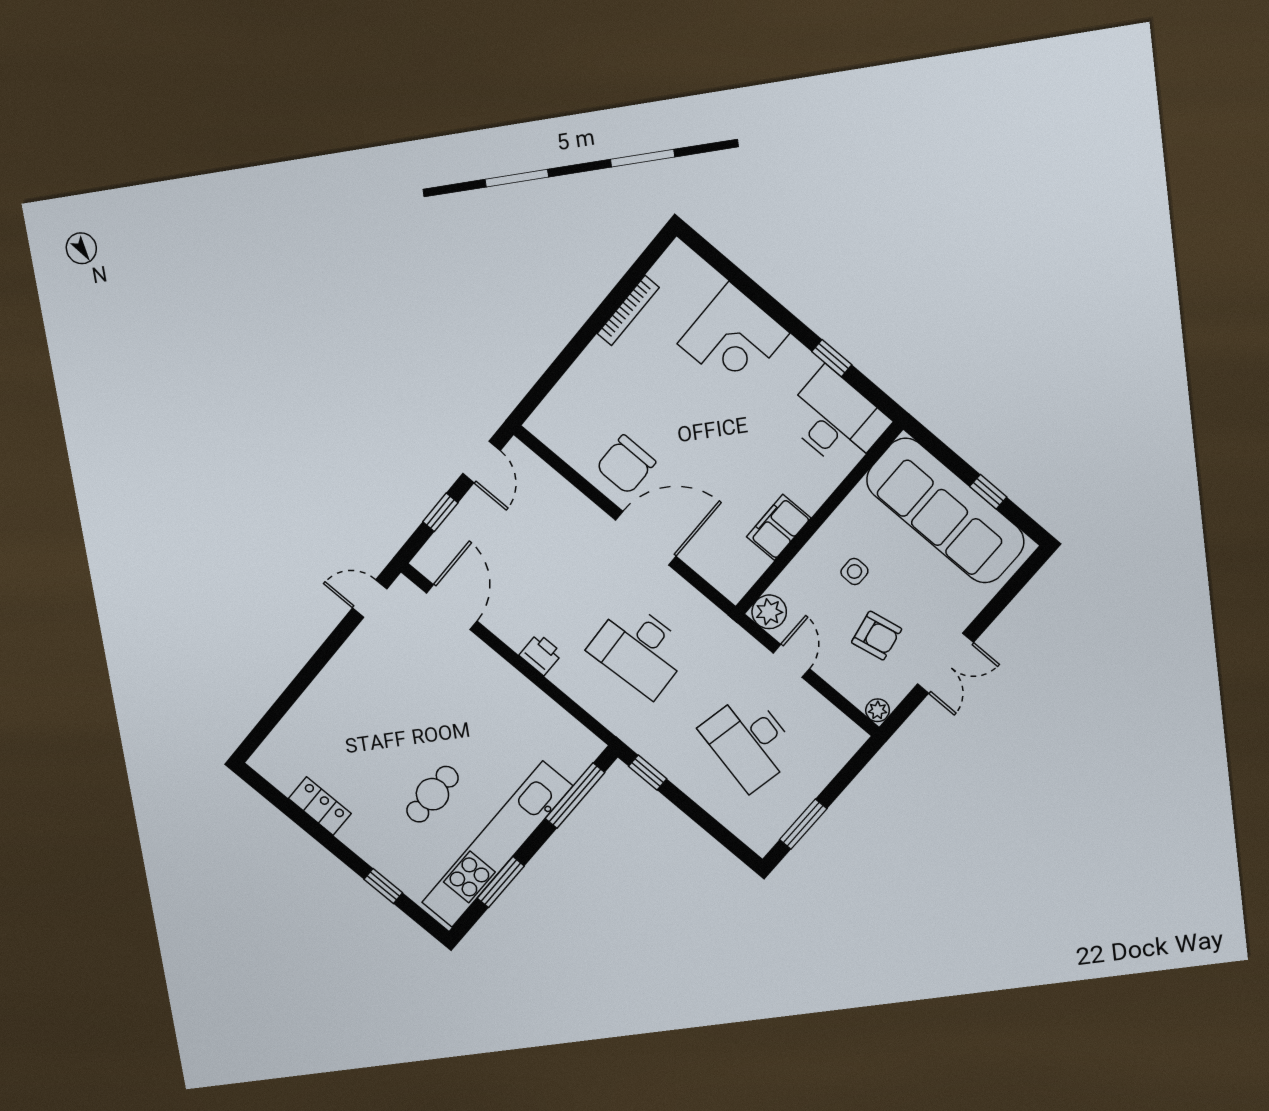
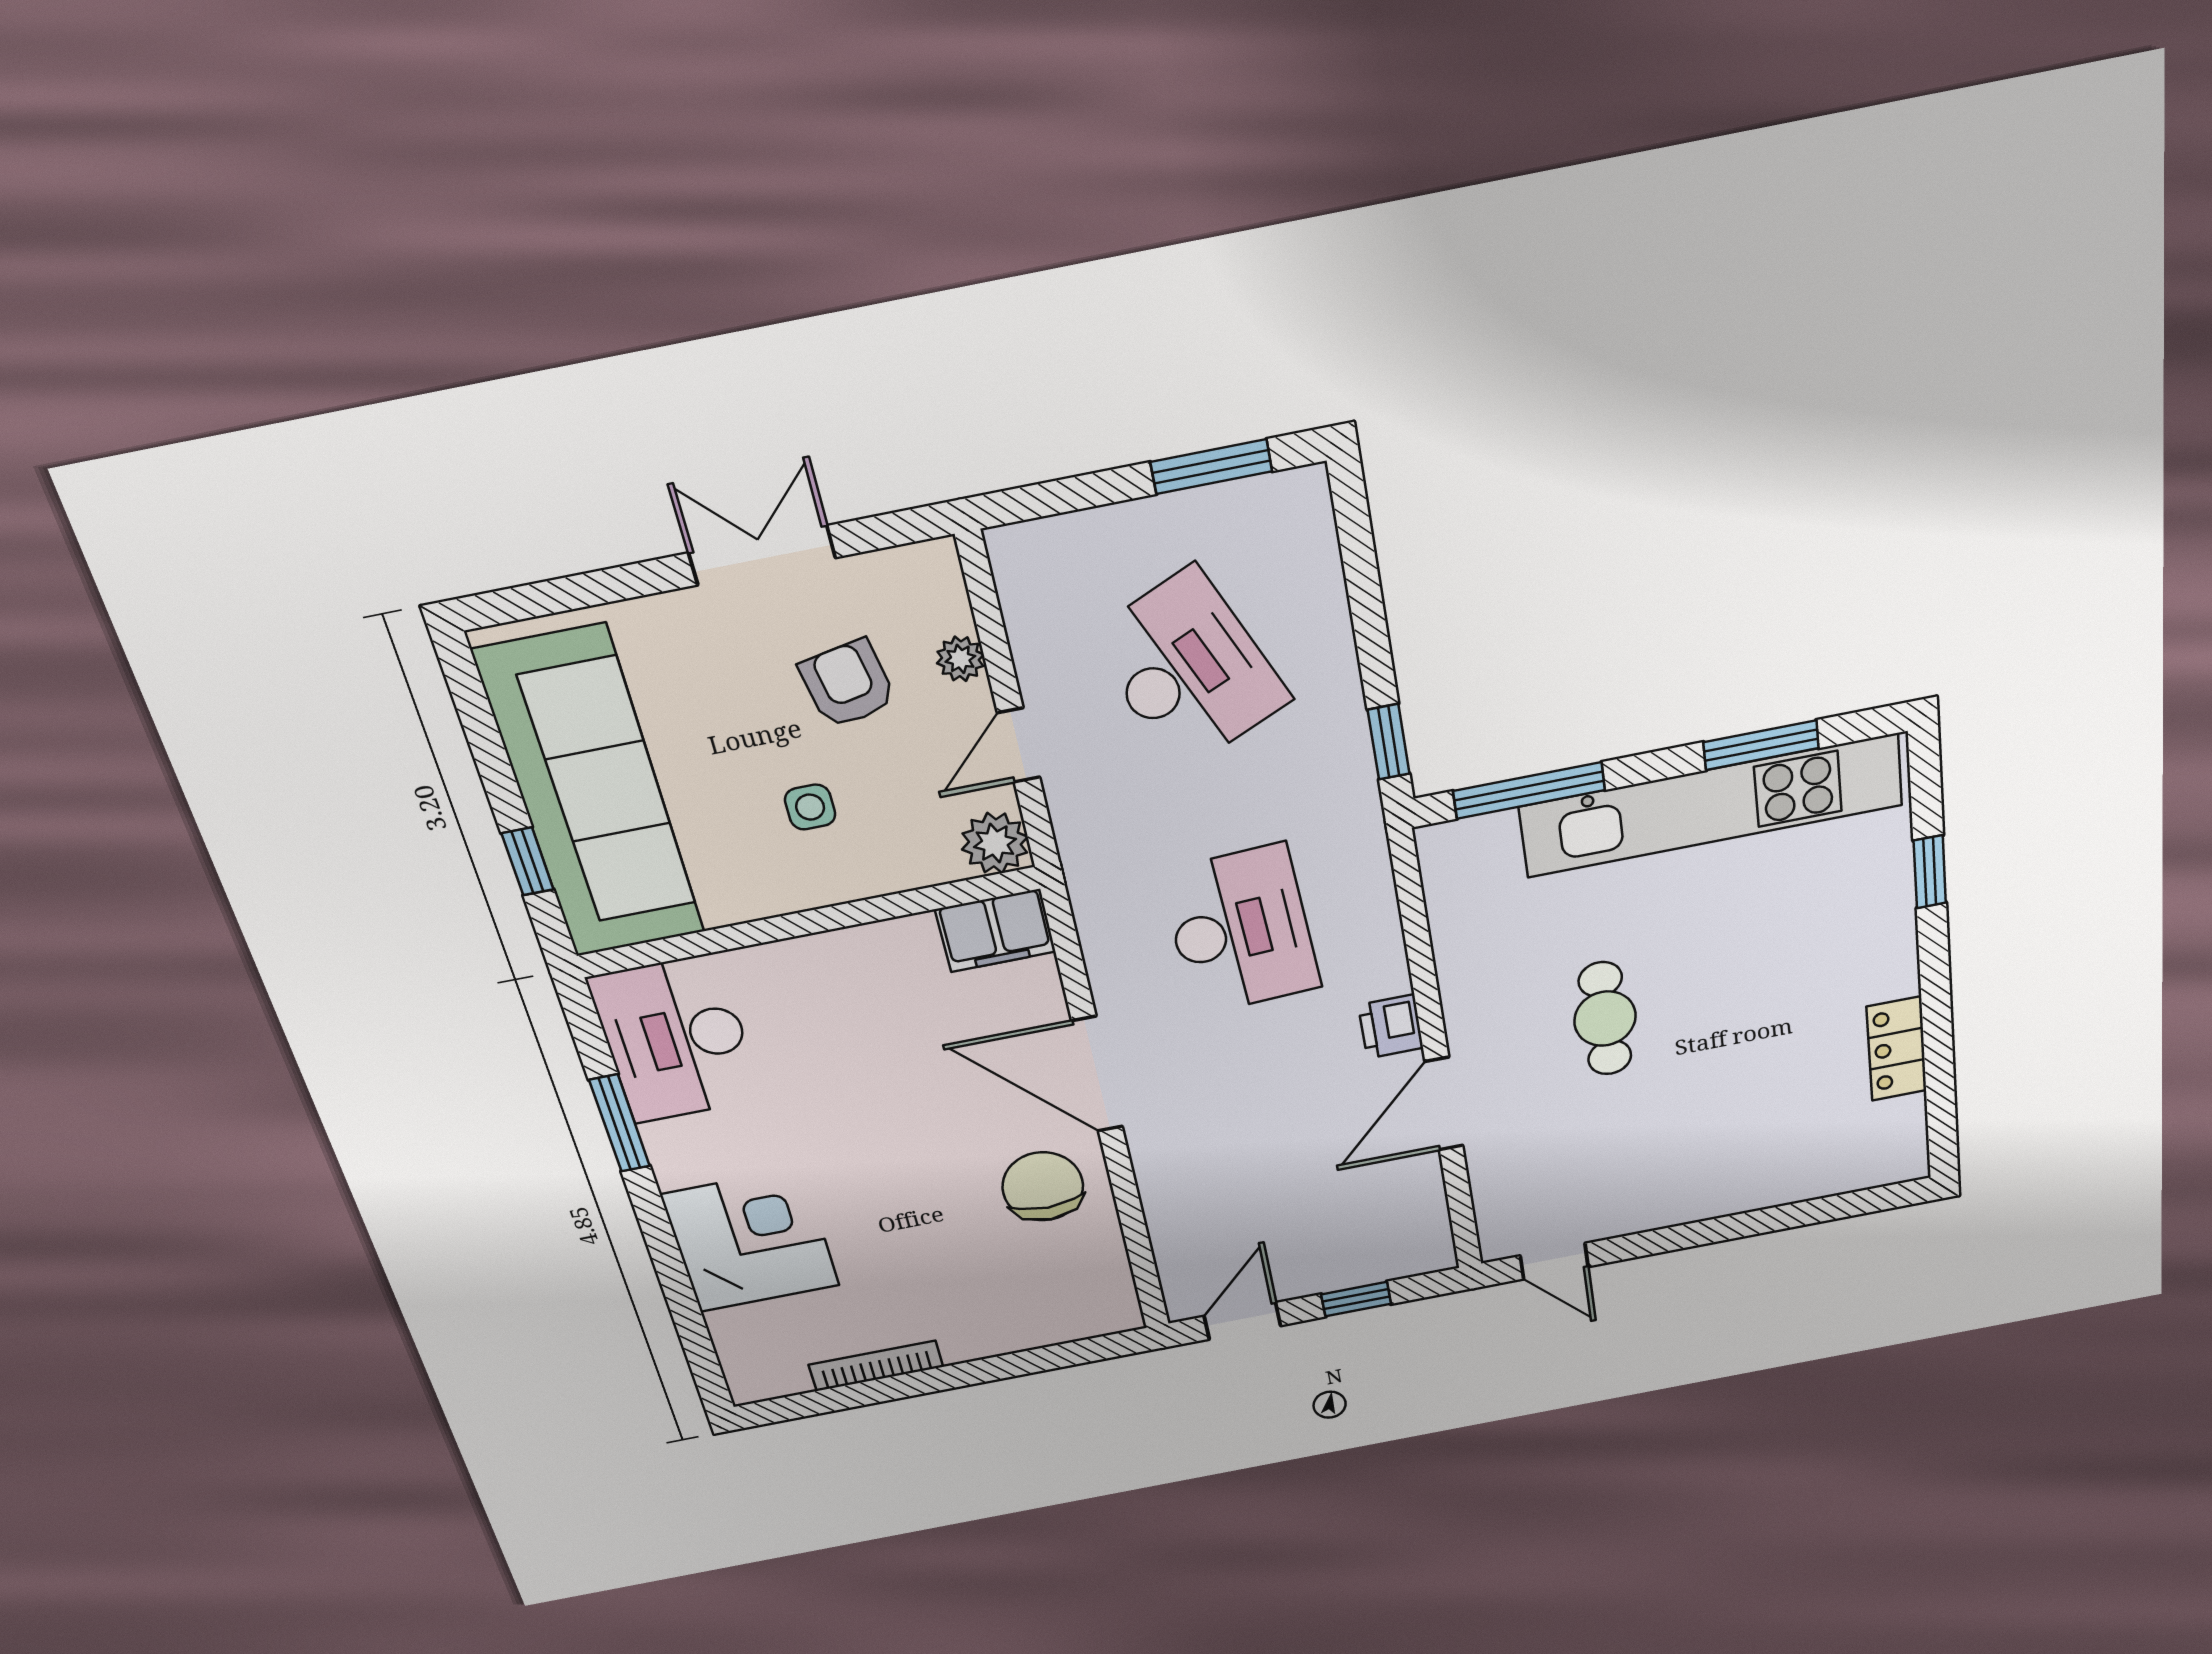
window: (832, 358) -> (620, 1123), width x1.50
chair: (626, 465) -> (1043, 1186), turned -90
window: (988, 492) -> (528, 861), moved
filing cabinet: (779, 527) -> (996, 931), moved
door: (452, 607) -> (1444, 1104), moved
plant: (878, 710) -> (960, 659), moved
desk: (749, 742) -> (1188, 669), turned -36
cafe table: (432, 794) -> (1605, 1019), moved, turned 90

